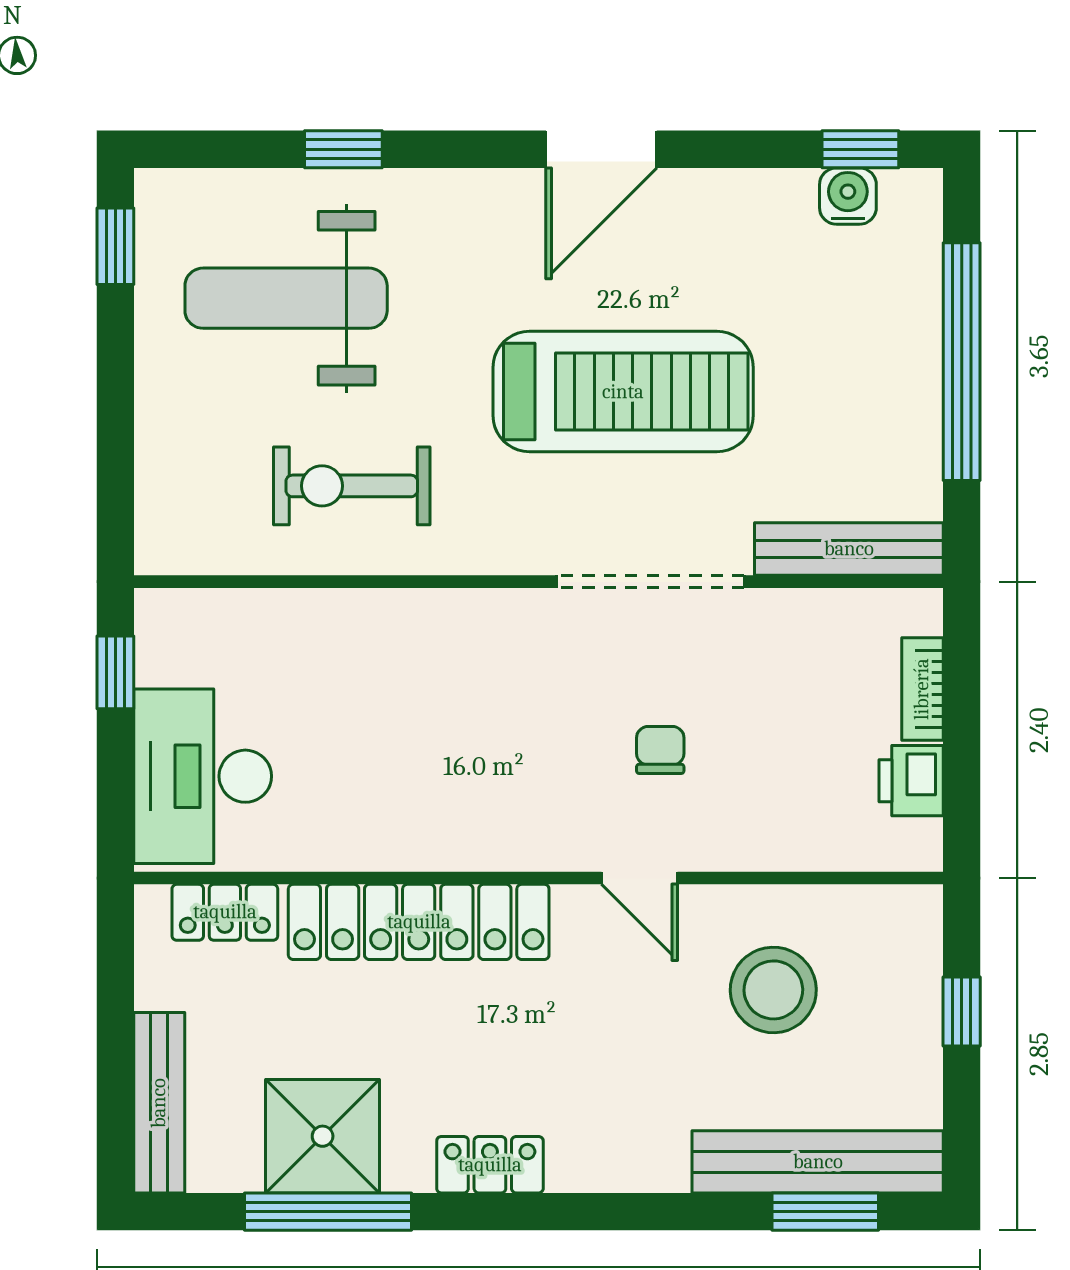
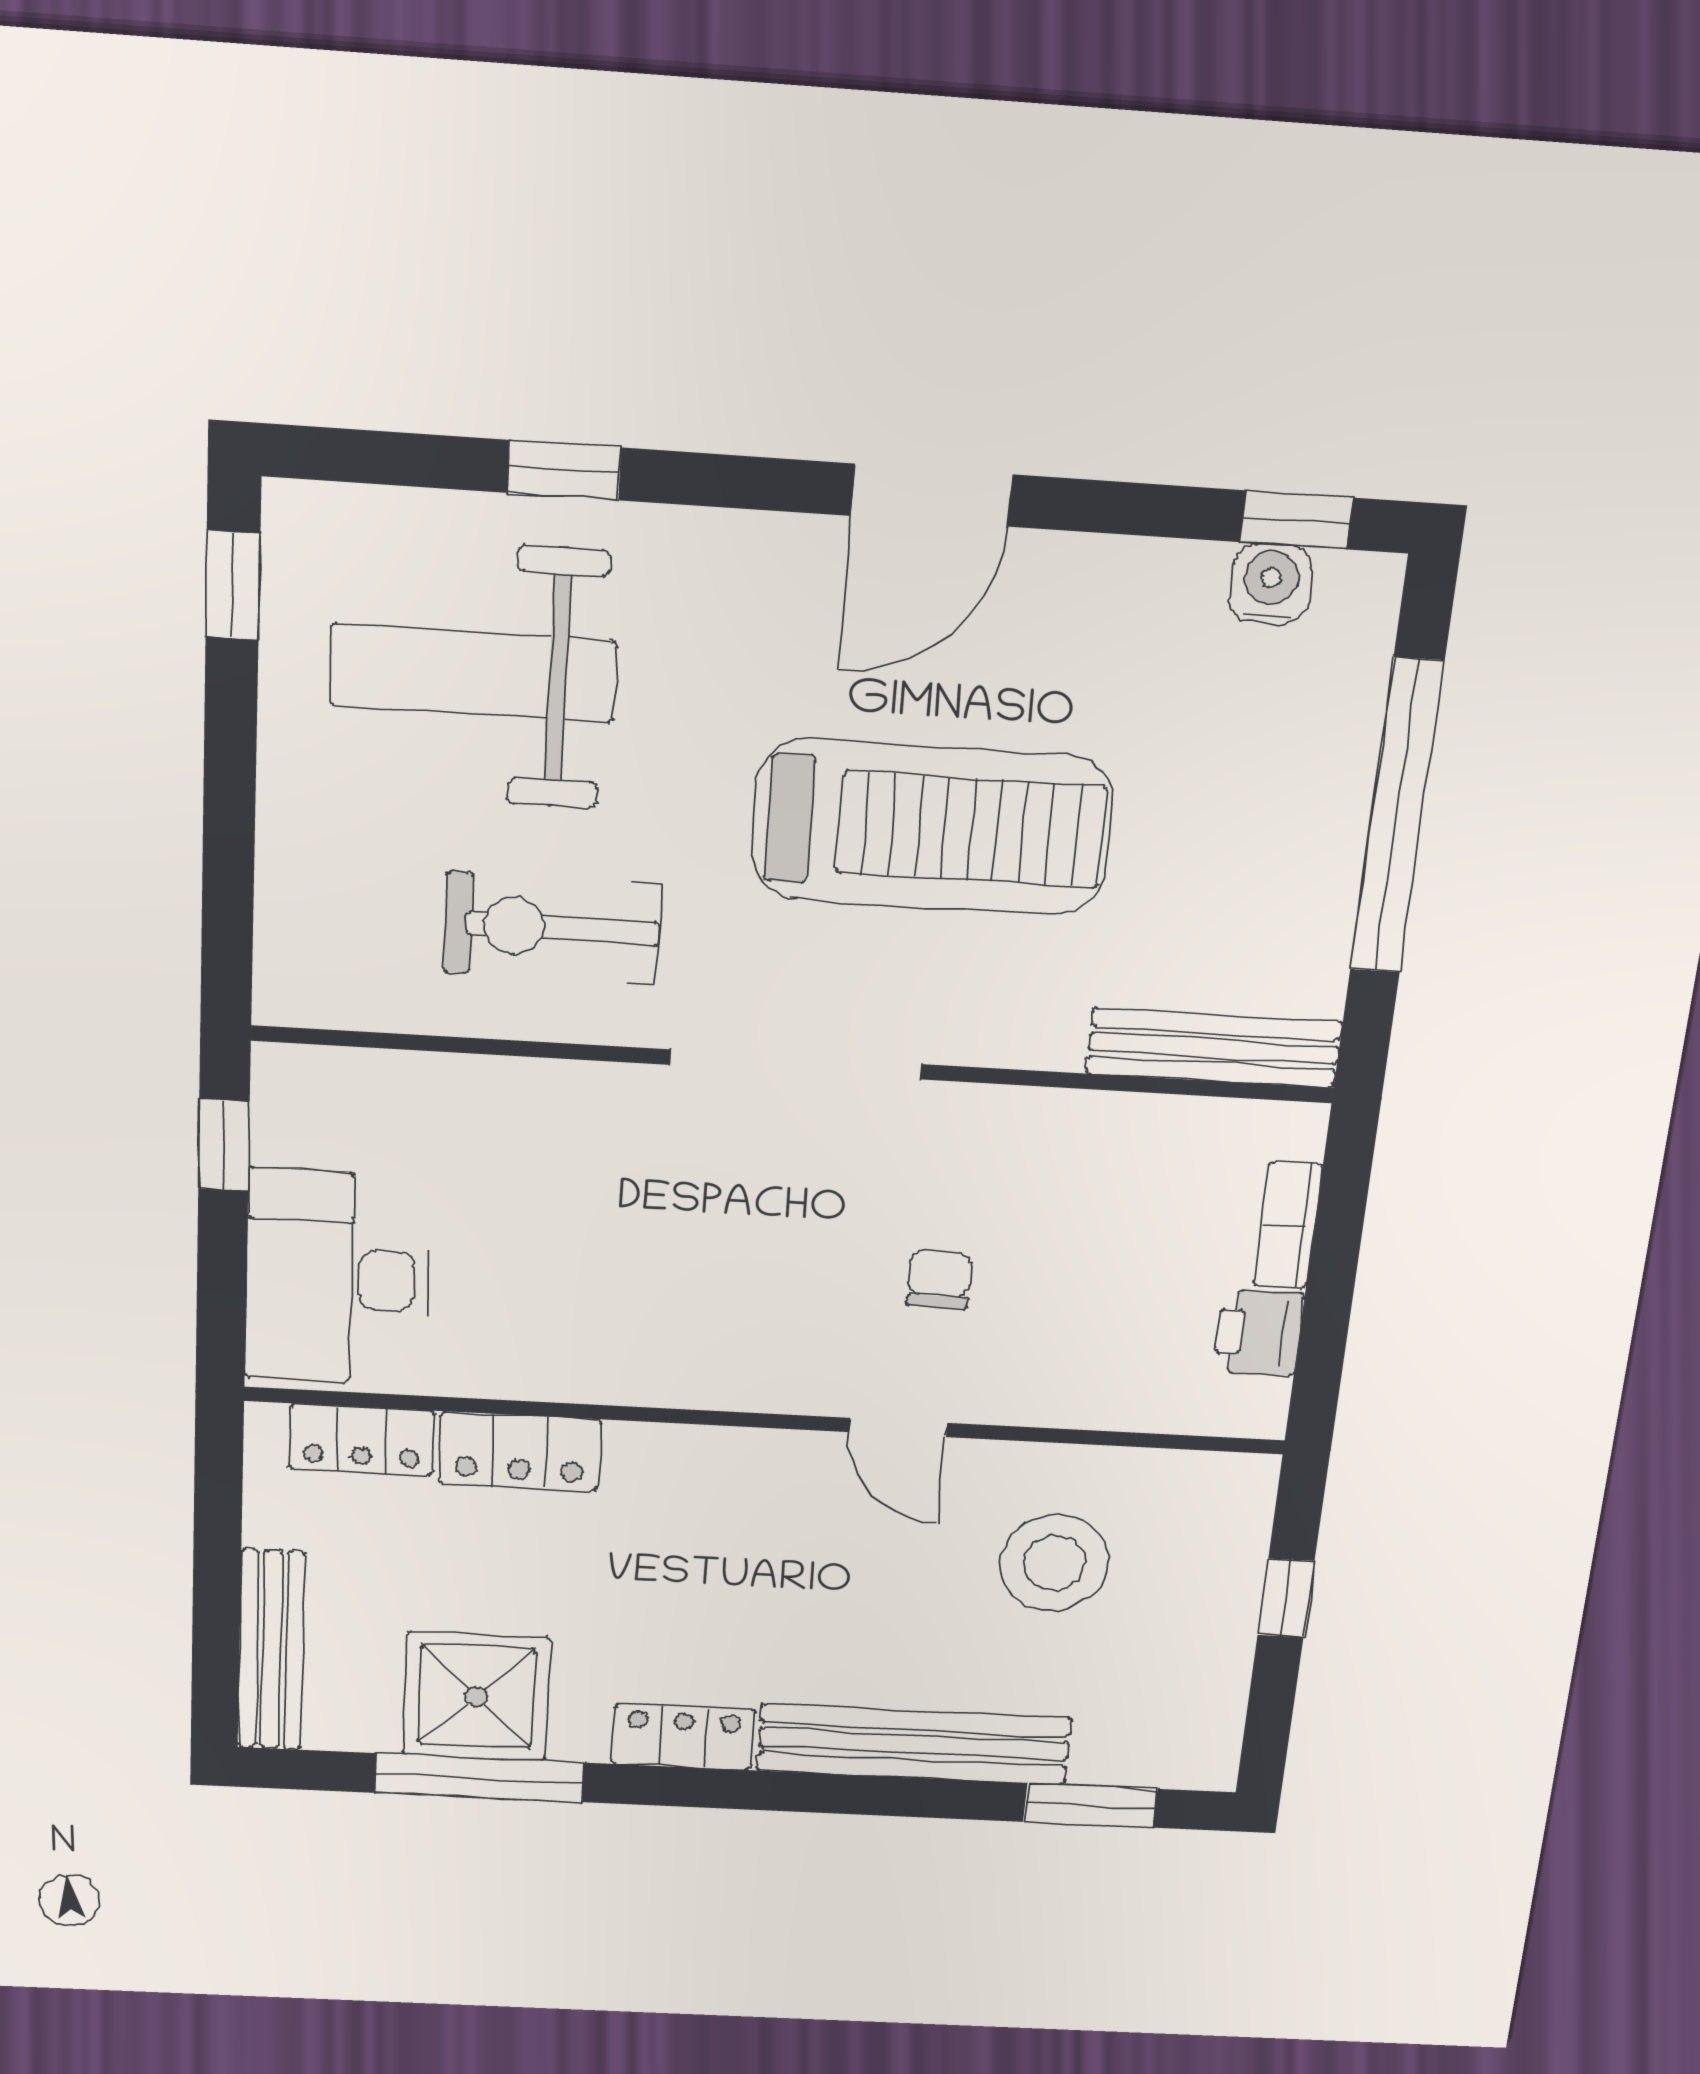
doorway: (650, 582) -> (796, 1064), moved
locker: (419, 922) -> (520, 1451), width x0.46, depth x0.83
bench: (818, 1162) -> (914, 1744), moved

